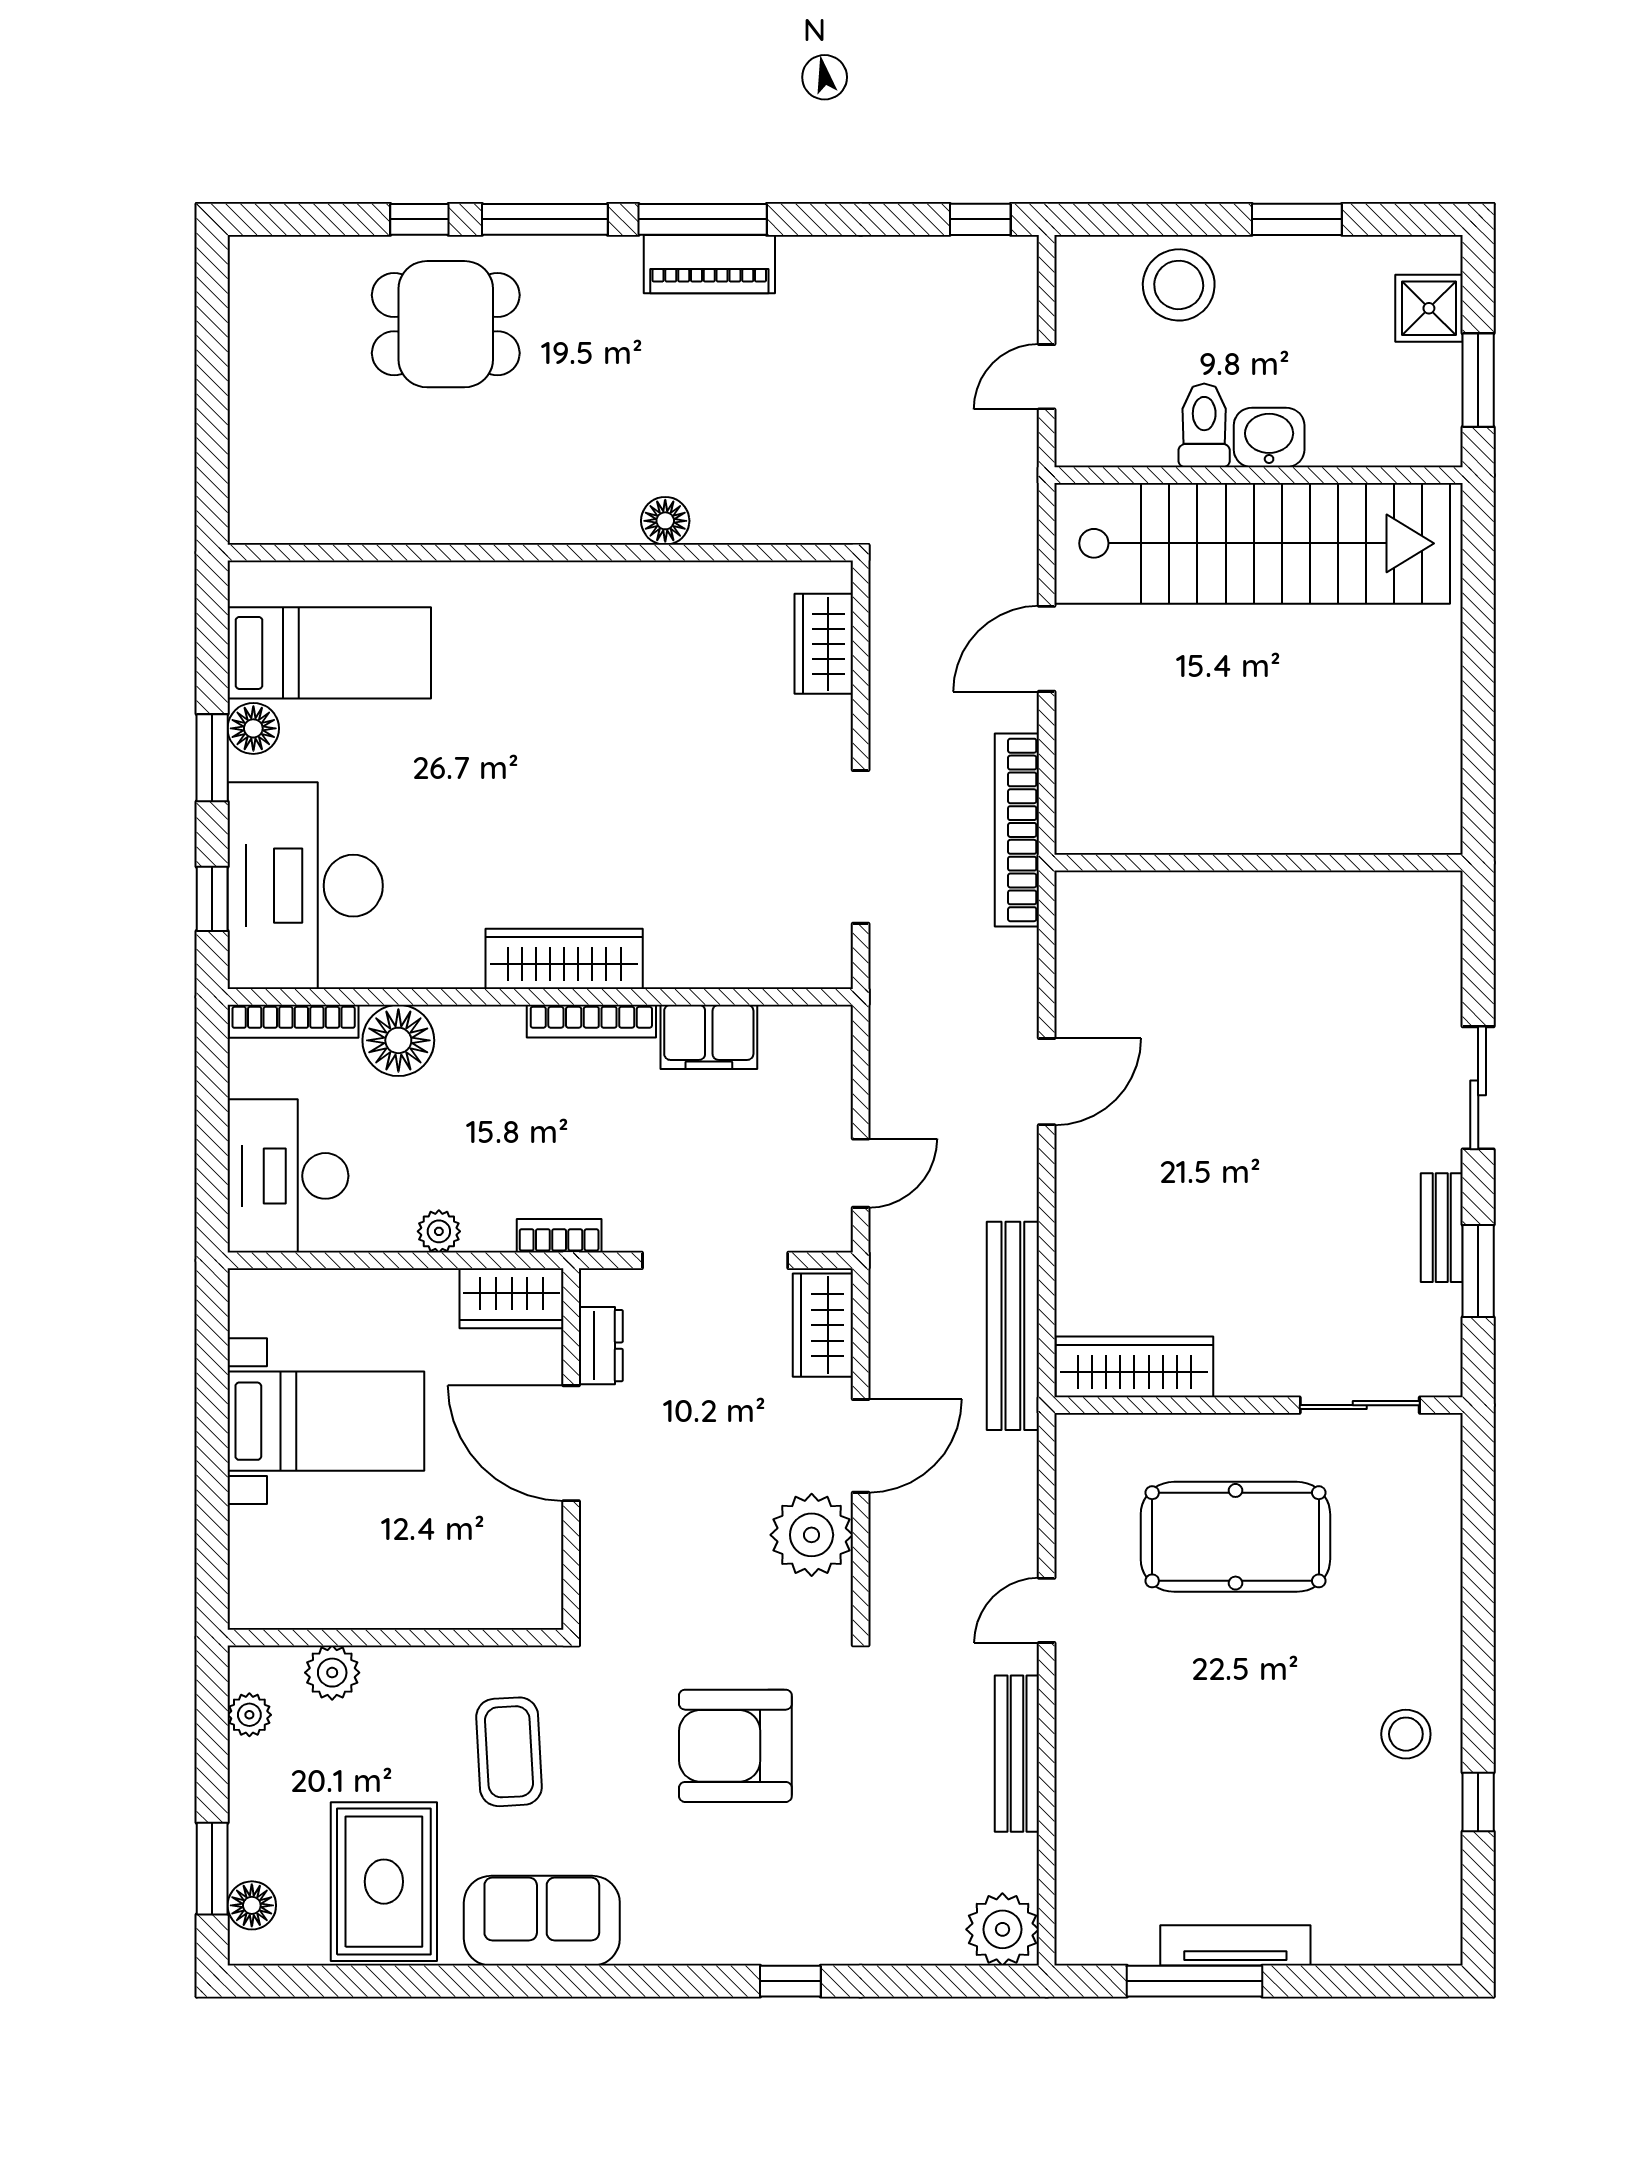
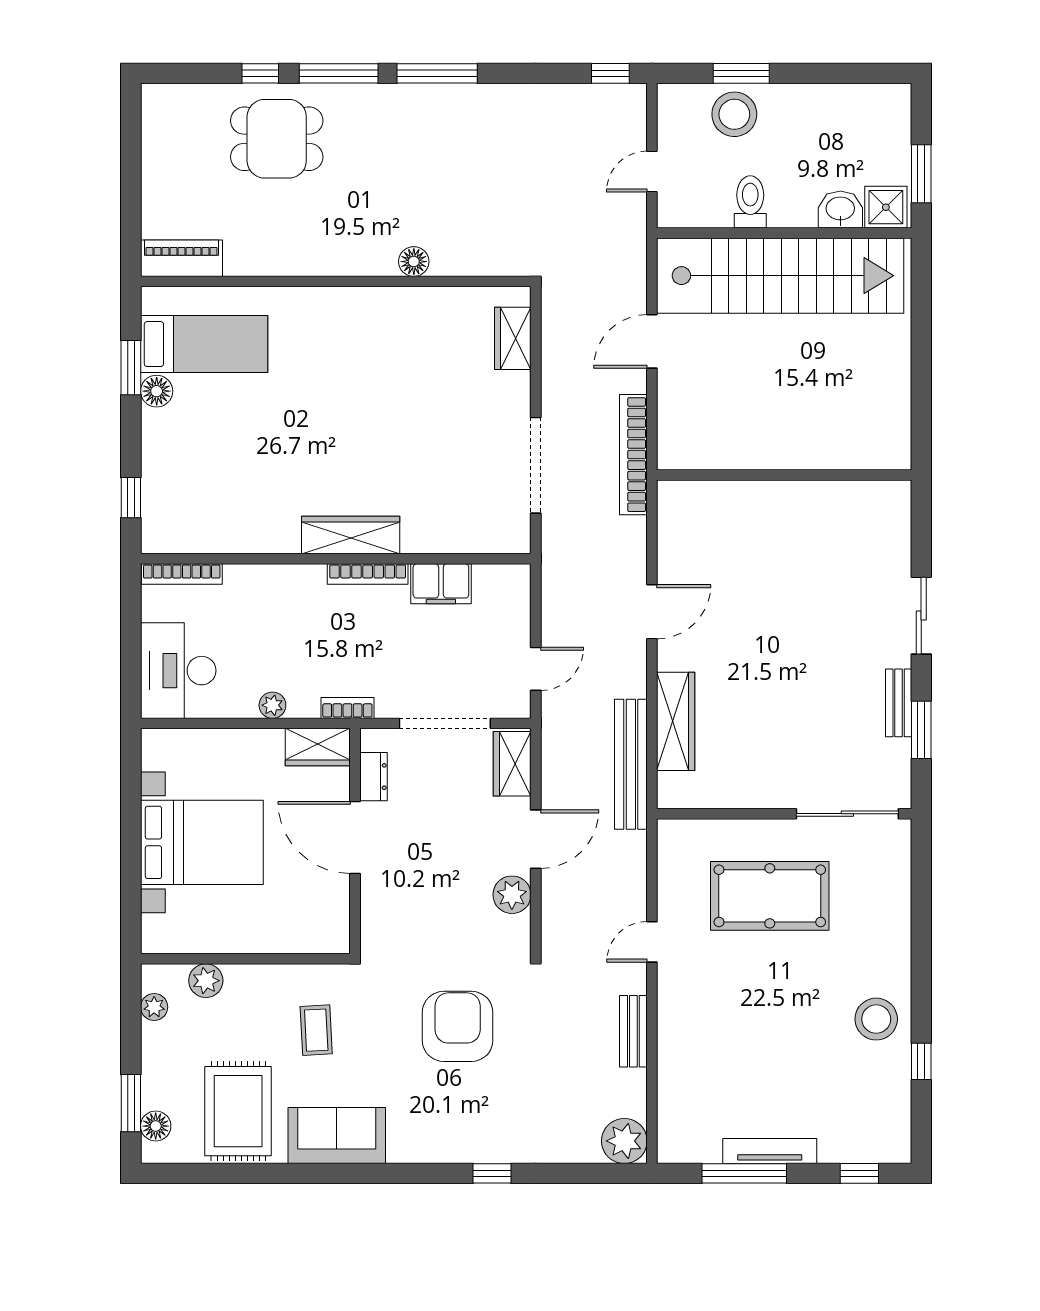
window: (1297, 219) -> (741, 73), moved
piano: (709, 264) -> (181, 258), moved, turned 180
shower: (1429, 308) -> (886, 207), moved
washbasin: (1269, 438) -> (840, 210), moved
window: (212, 758) -> (131, 368), moved
desk: (305, 886) -> (189, 489), removed
floor lamp: (398, 1040) -> (247, 586), removed
wardrobe: (1134, 1367) -> (676, 721), moved, turned 90
sliding door: (1360, 1405) -> (847, 814), width x1.37
bed with nightstands: (326, 1421) -> (202, 842), width x1.36
plant: (812, 1535) -> (512, 895), width x0.73, depth x0.73
stool: (1406, 1734) -> (876, 1019), width x1.38, depth x1.38
armchair: (735, 1746) -> (458, 1026), turned 90
coffee table: (509, 1752) -> (316, 1030), width x0.73, depth x0.77
bench: (1017, 1754) -> (633, 1031), width x0.73
window: (1379, 1981) -> (859, 1173), added

